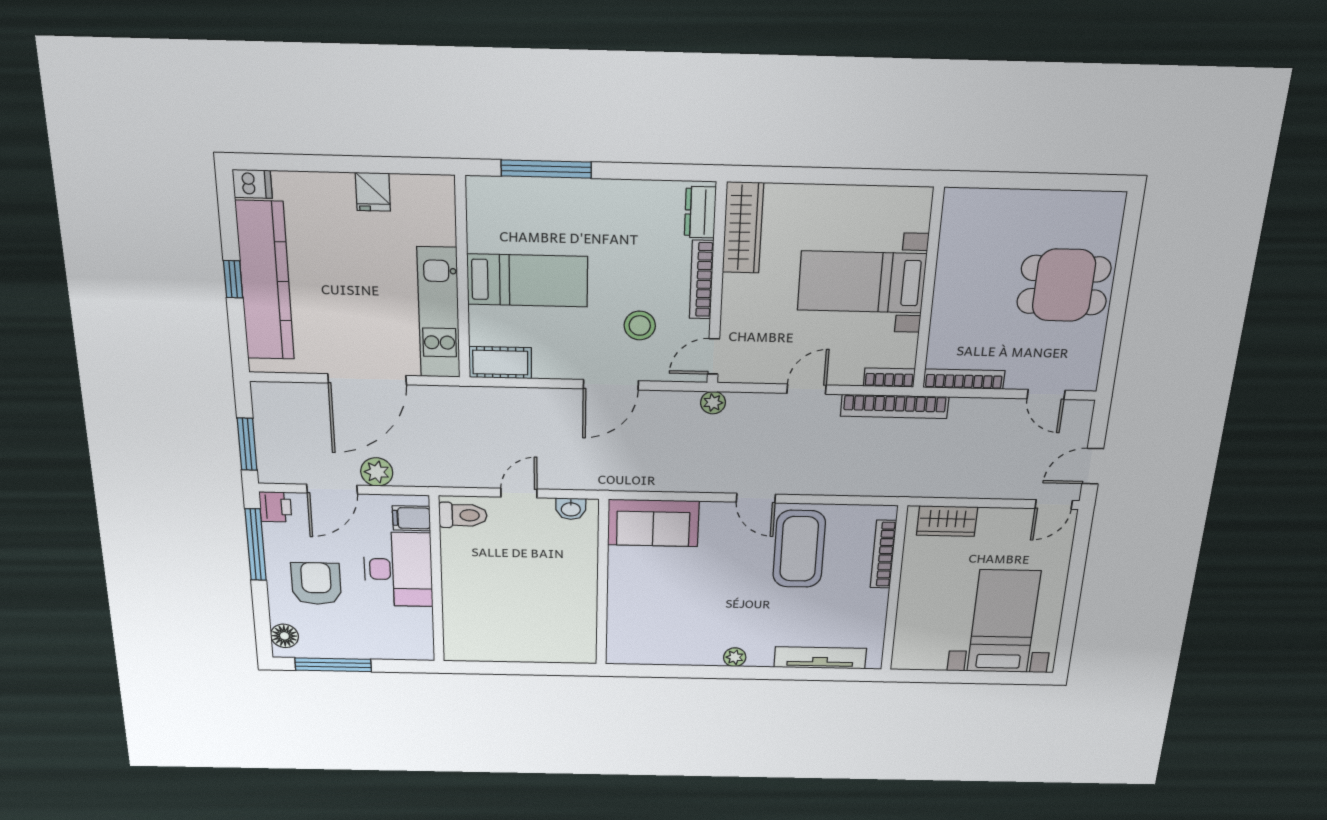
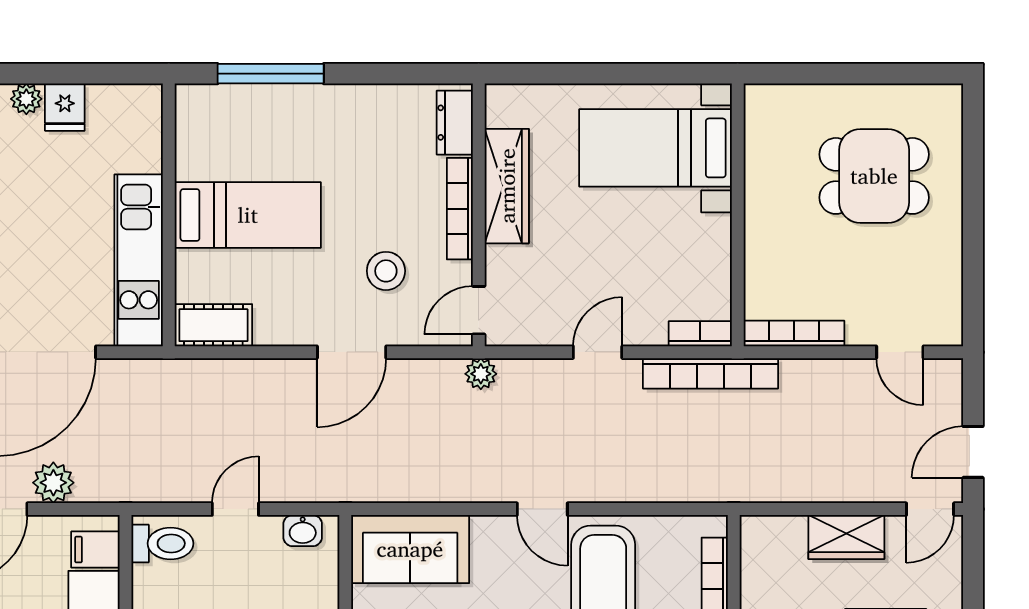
plant: (340, 184) -> (26, 99), added
wardrobe: (743, 228) -> (507, 186), moved
bed with nightstands: (862, 282) -> (655, 148), moved
dining table: (1064, 285) -> (874, 176), moved
wardrobe: (947, 521) -> (846, 537), moved

